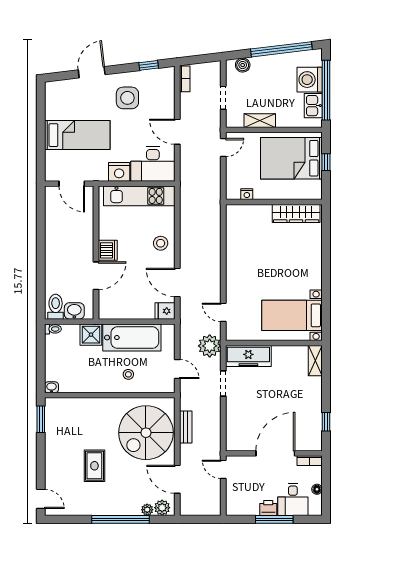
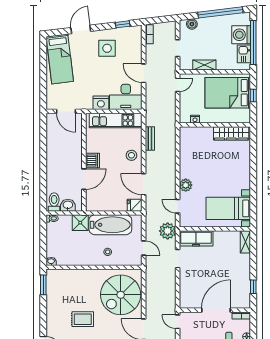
bed: (77, 135) -> (60, 59), moved, turned 83
plant: (234, 284) -> (186, 185), added
bench: (186, 427) -> (150, 139), moved
rug: (94, 466) -> (83, 319), turned 90

